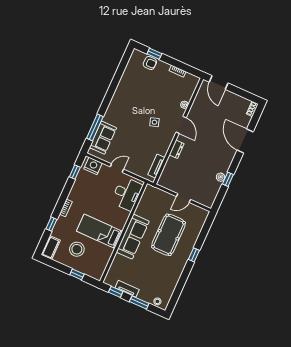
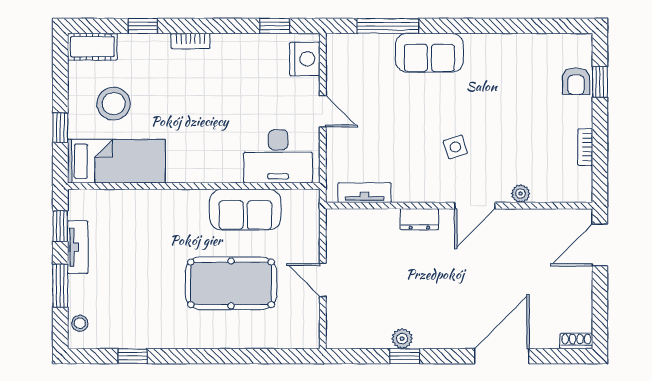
sofa: (103, 138) -> (429, 53), moved
bed: (100, 231) -> (116, 161), moved, turned 90
sofa: (133, 237) -> (245, 210), moved, width x0.73
window: (194, 255) -> (133, 356), moved

